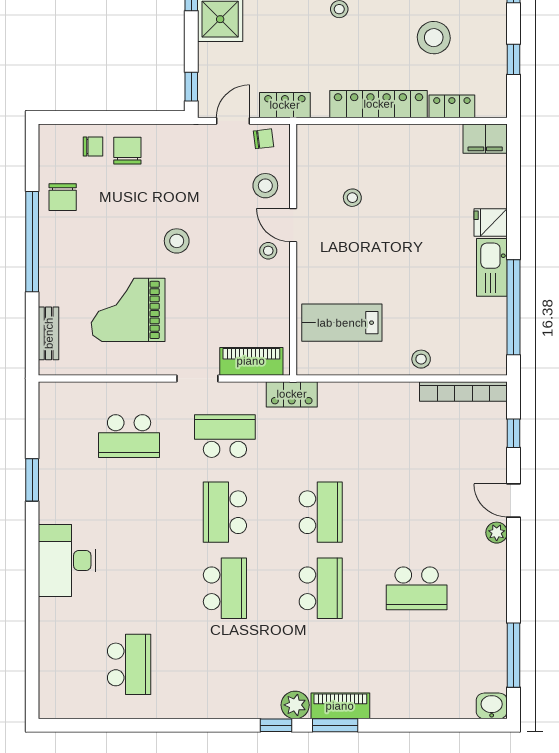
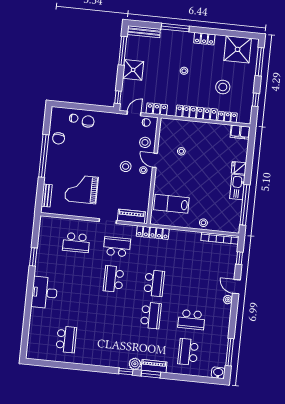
stool: (177, 241) -> (126, 166), moved
locker: (292, 394) -> (153, 233), width x1.53
school desk: (225, 588) -> (188, 352), moved, turned 180

